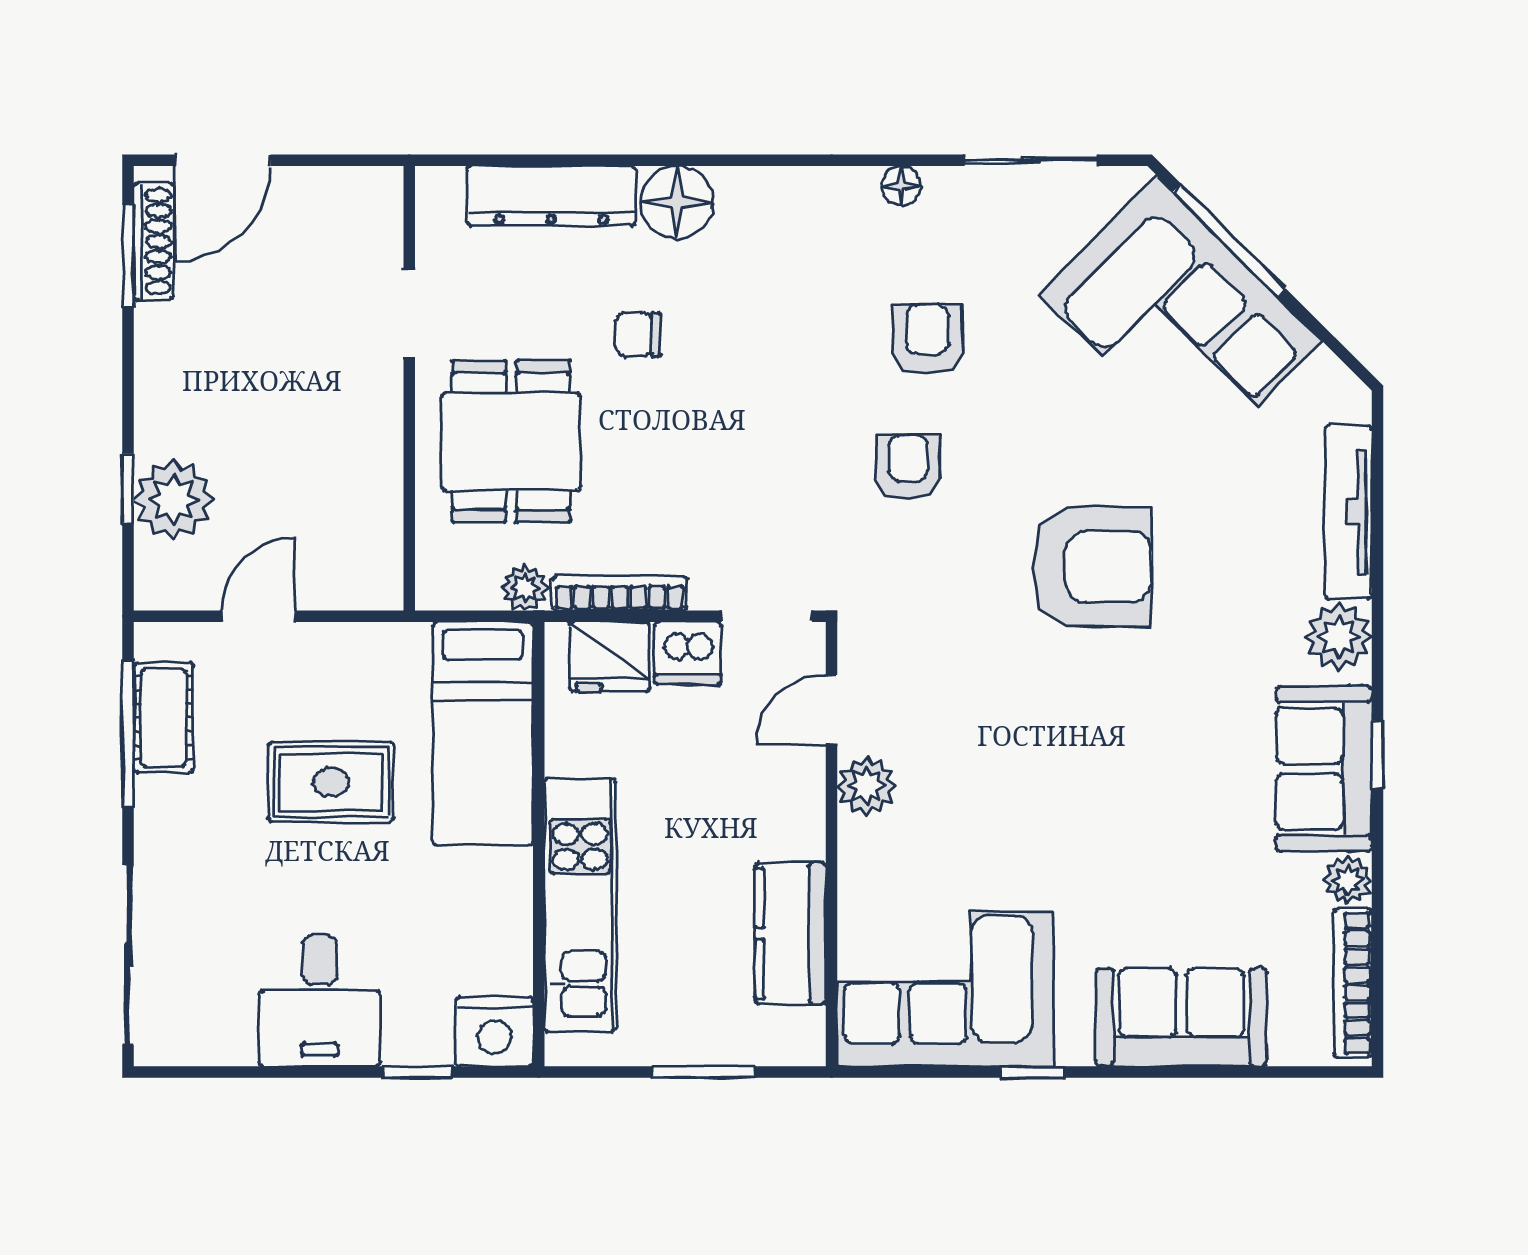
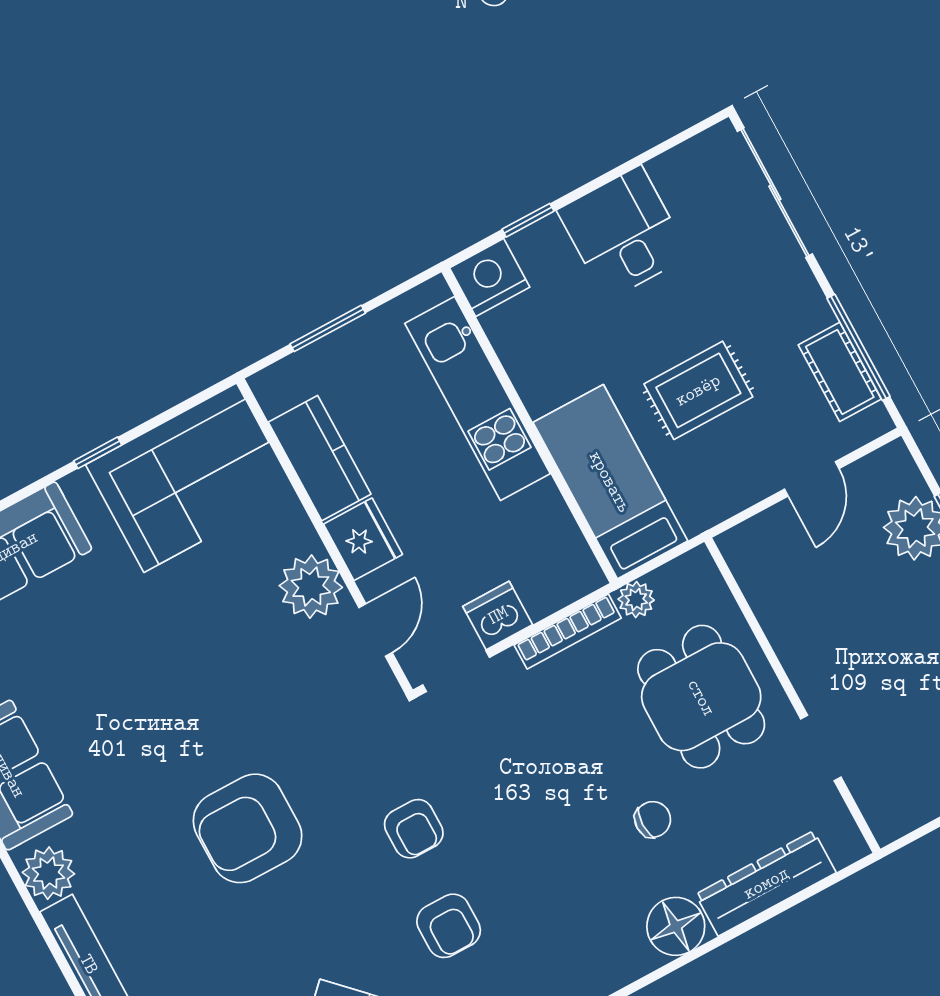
fridge: (609, 657) -> (363, 539), moved, turned 90
plant: (866, 786) -> (311, 587), width x1.36, depth x1.36

